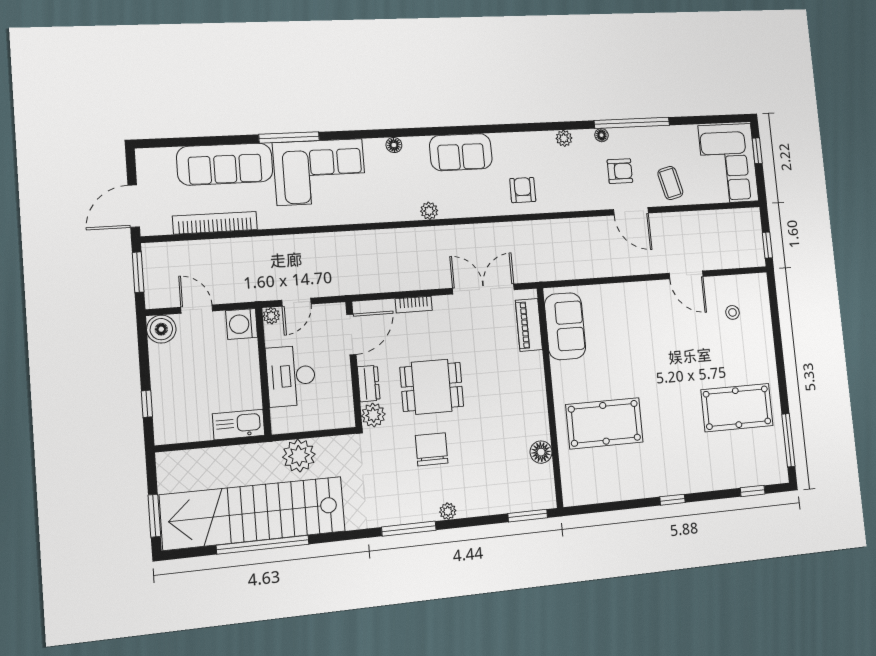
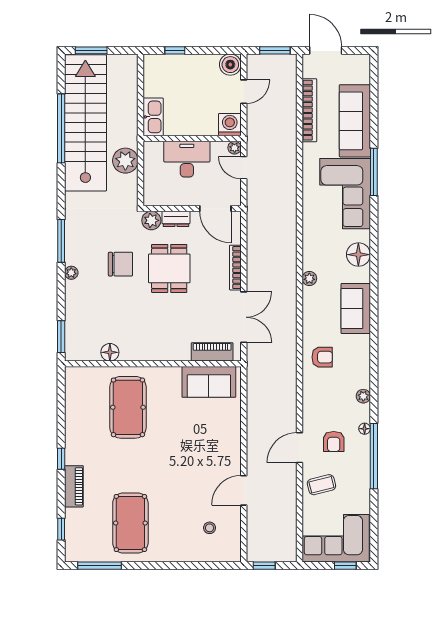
floor lamp: (394, 145) -> (358, 255), width x1.89, depth x1.89
bookcase: (414, 305) -> (235, 268), width x1.56
piano: (703, 481) -> (74, 486), added

